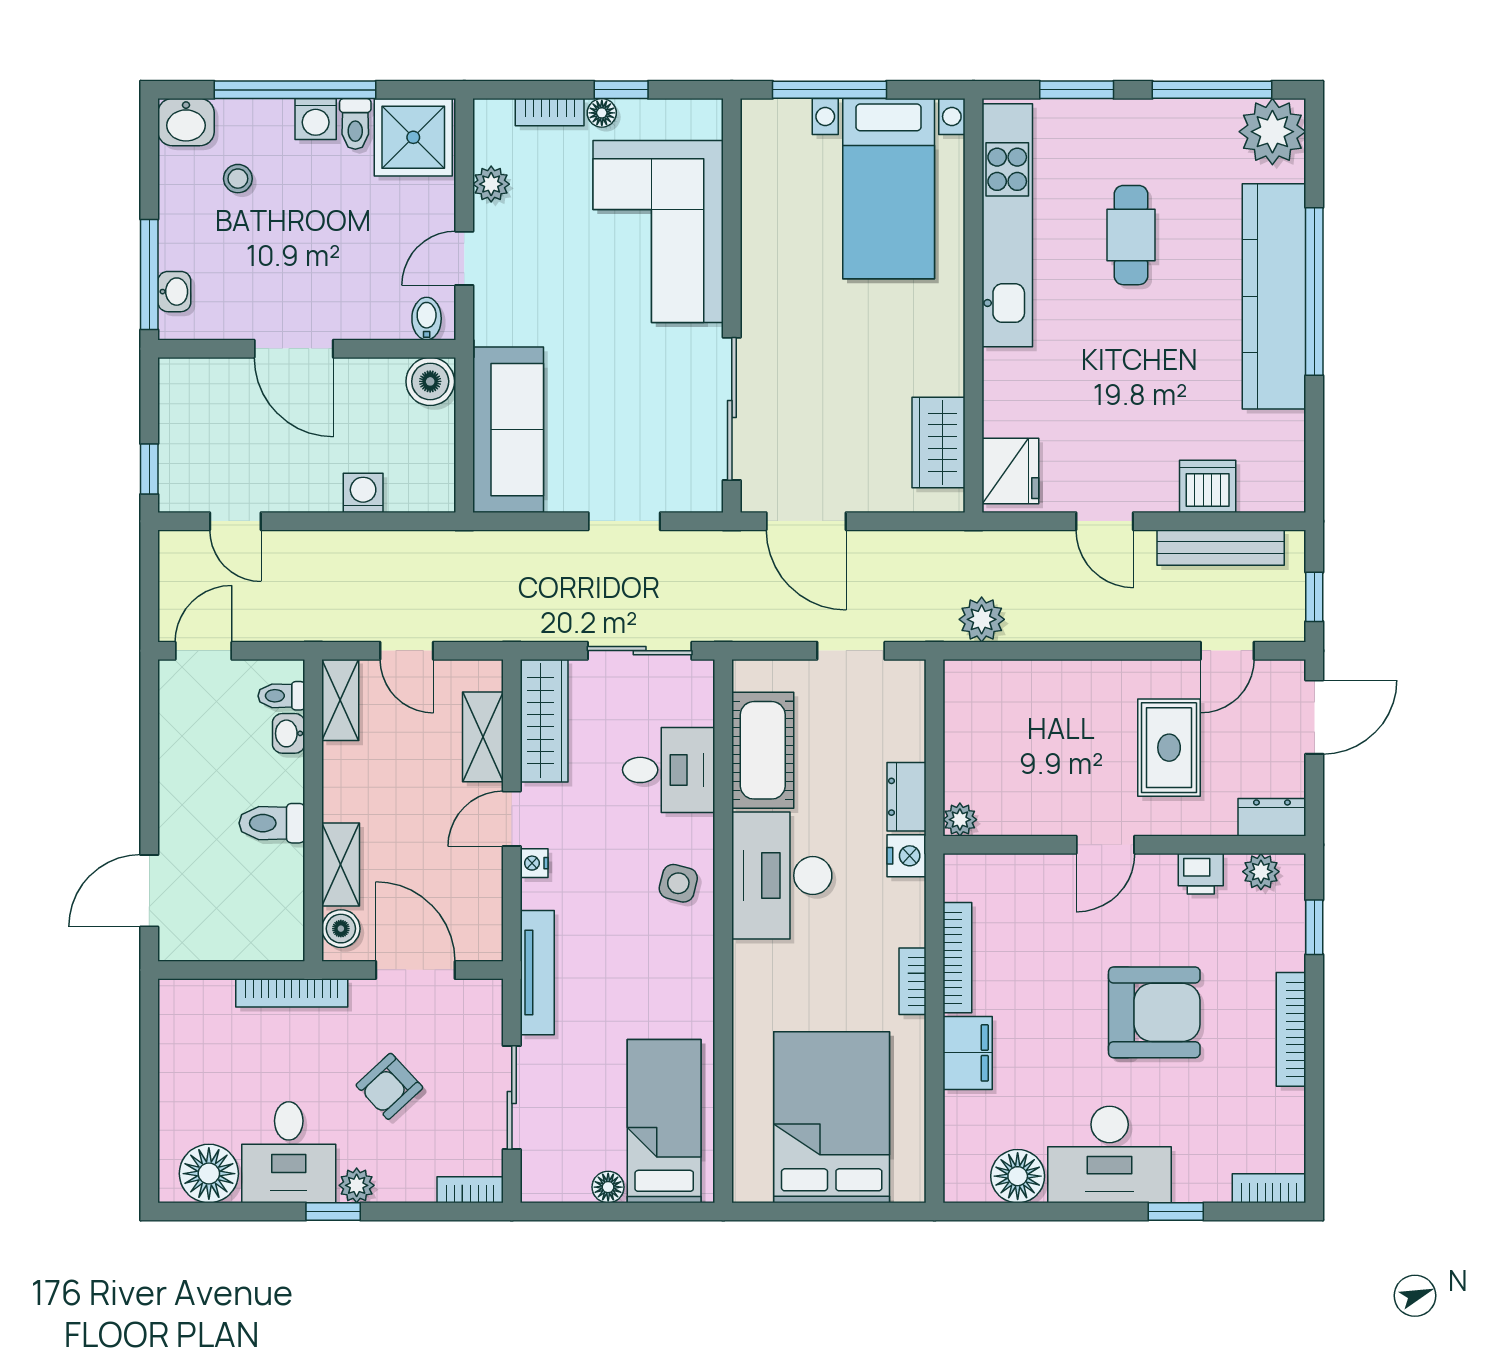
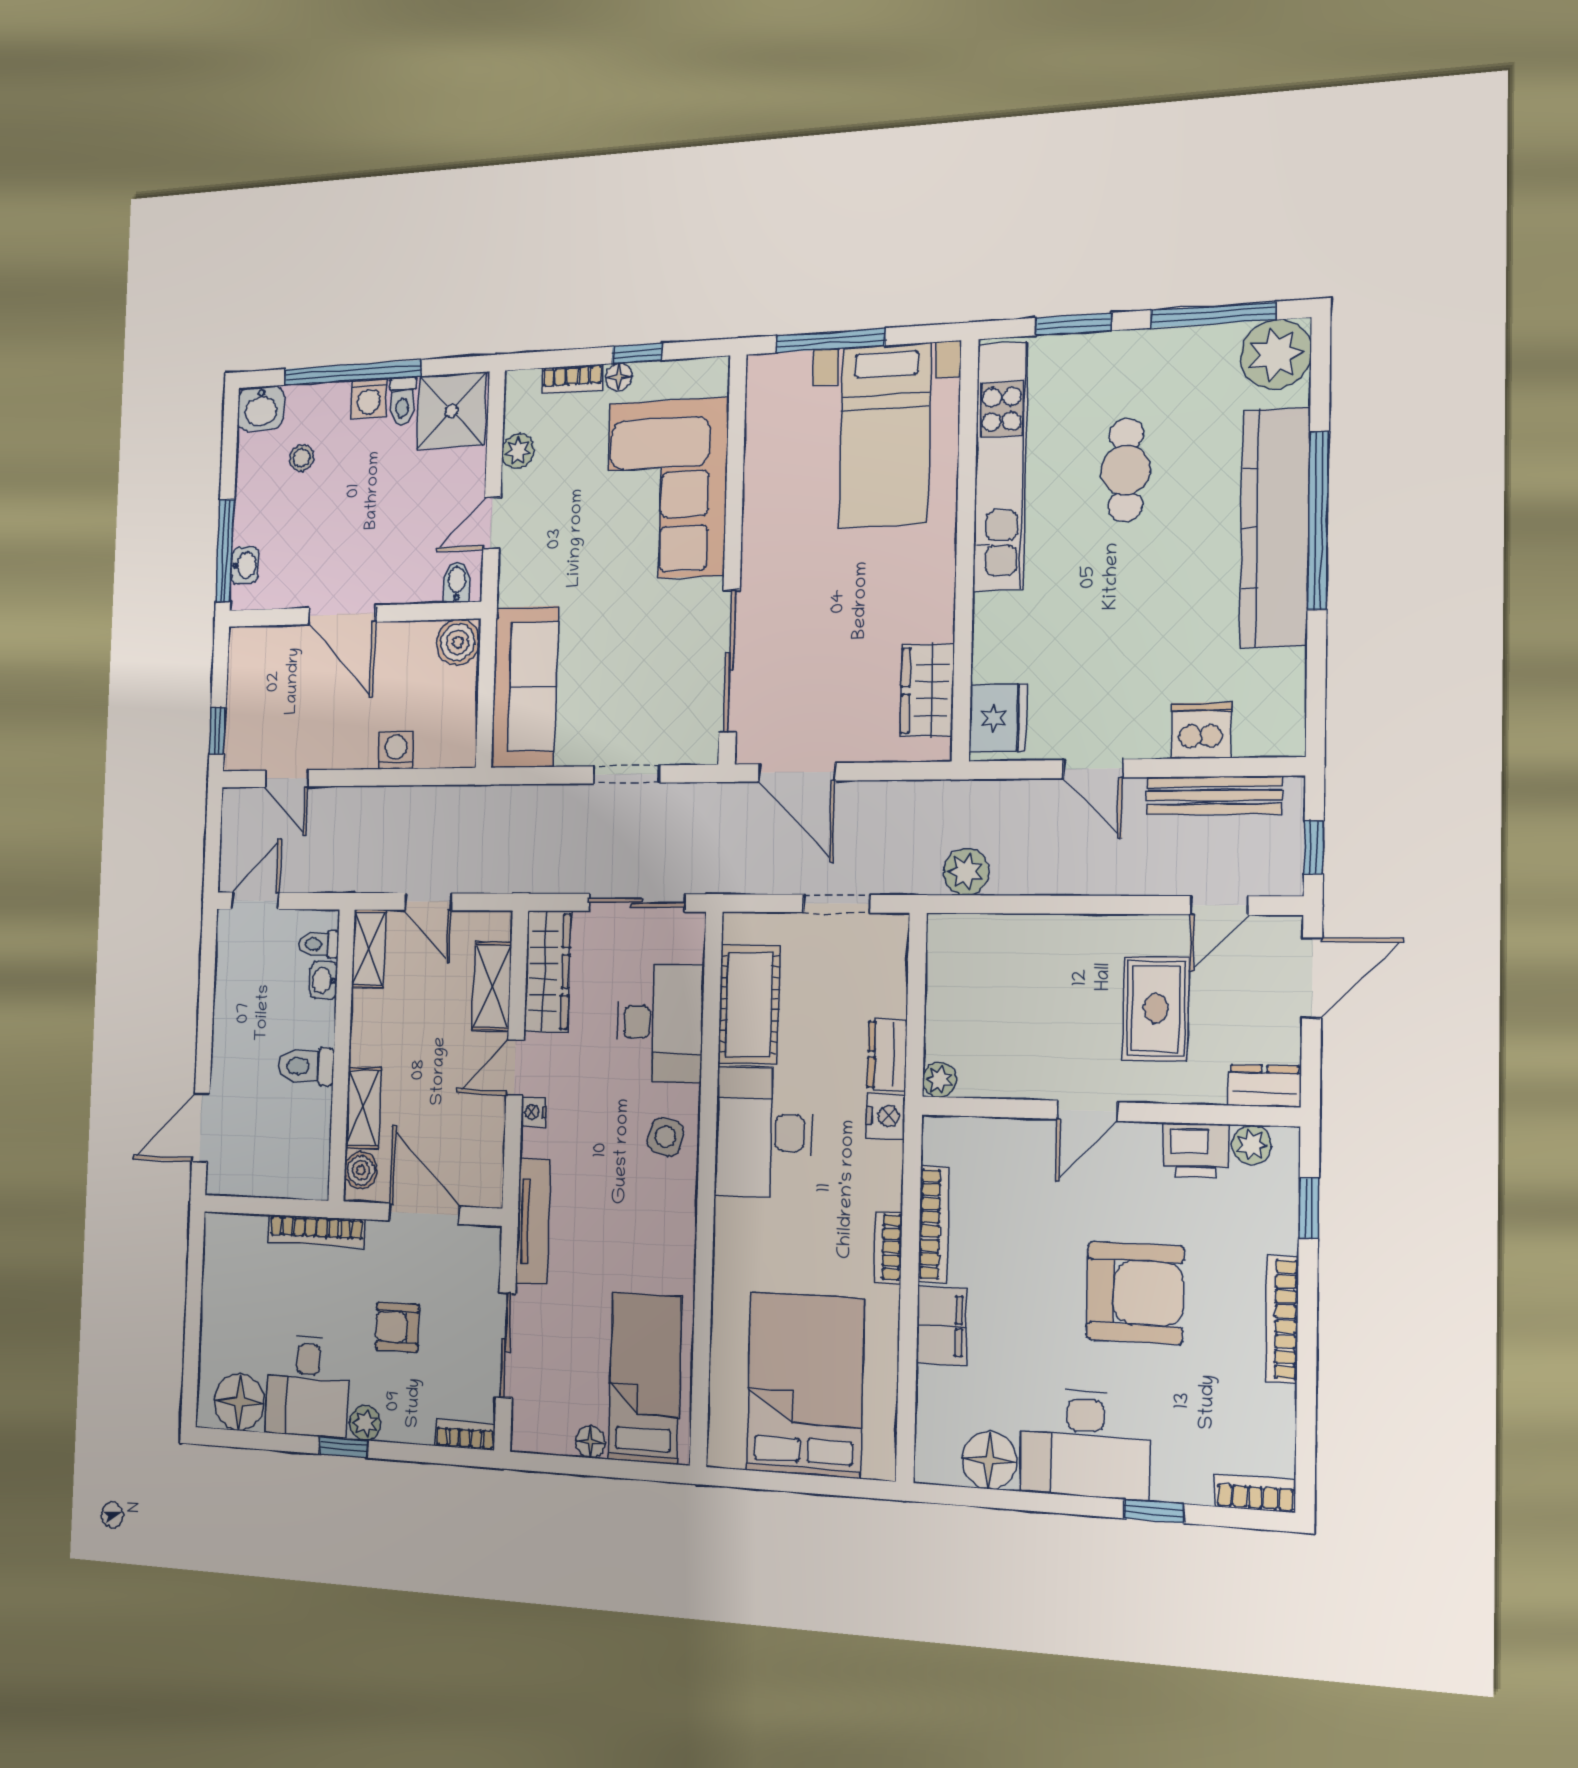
desk: (669, 770) -> (660, 1022), width x1.37
printer: (1201, 874) -> (1195, 1150), width x1.36, depth x1.24
armchair: (389, 1086) -> (397, 1327), turned 43

